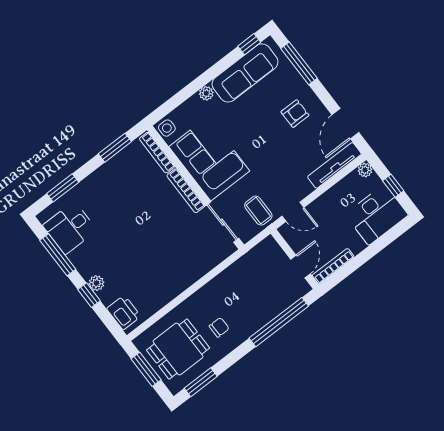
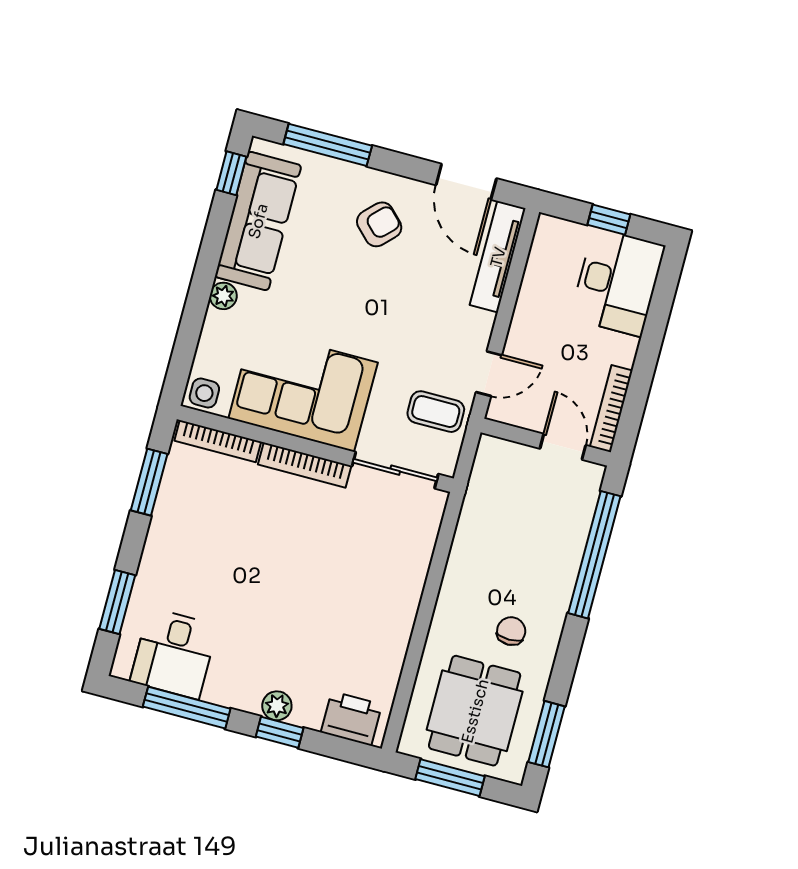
armchair: (295, 114) -> (379, 224), turned 45
plant: (365, 170) -> (549, 228), removed

